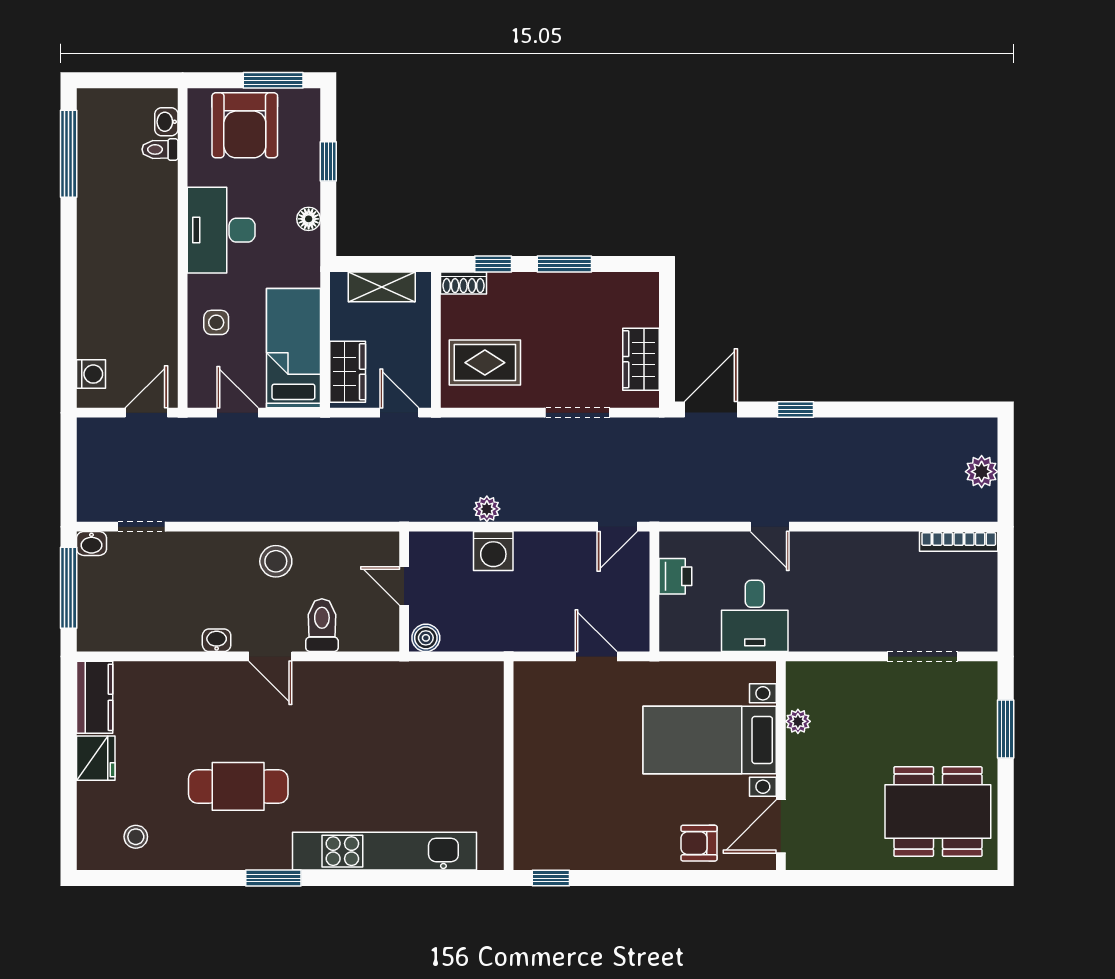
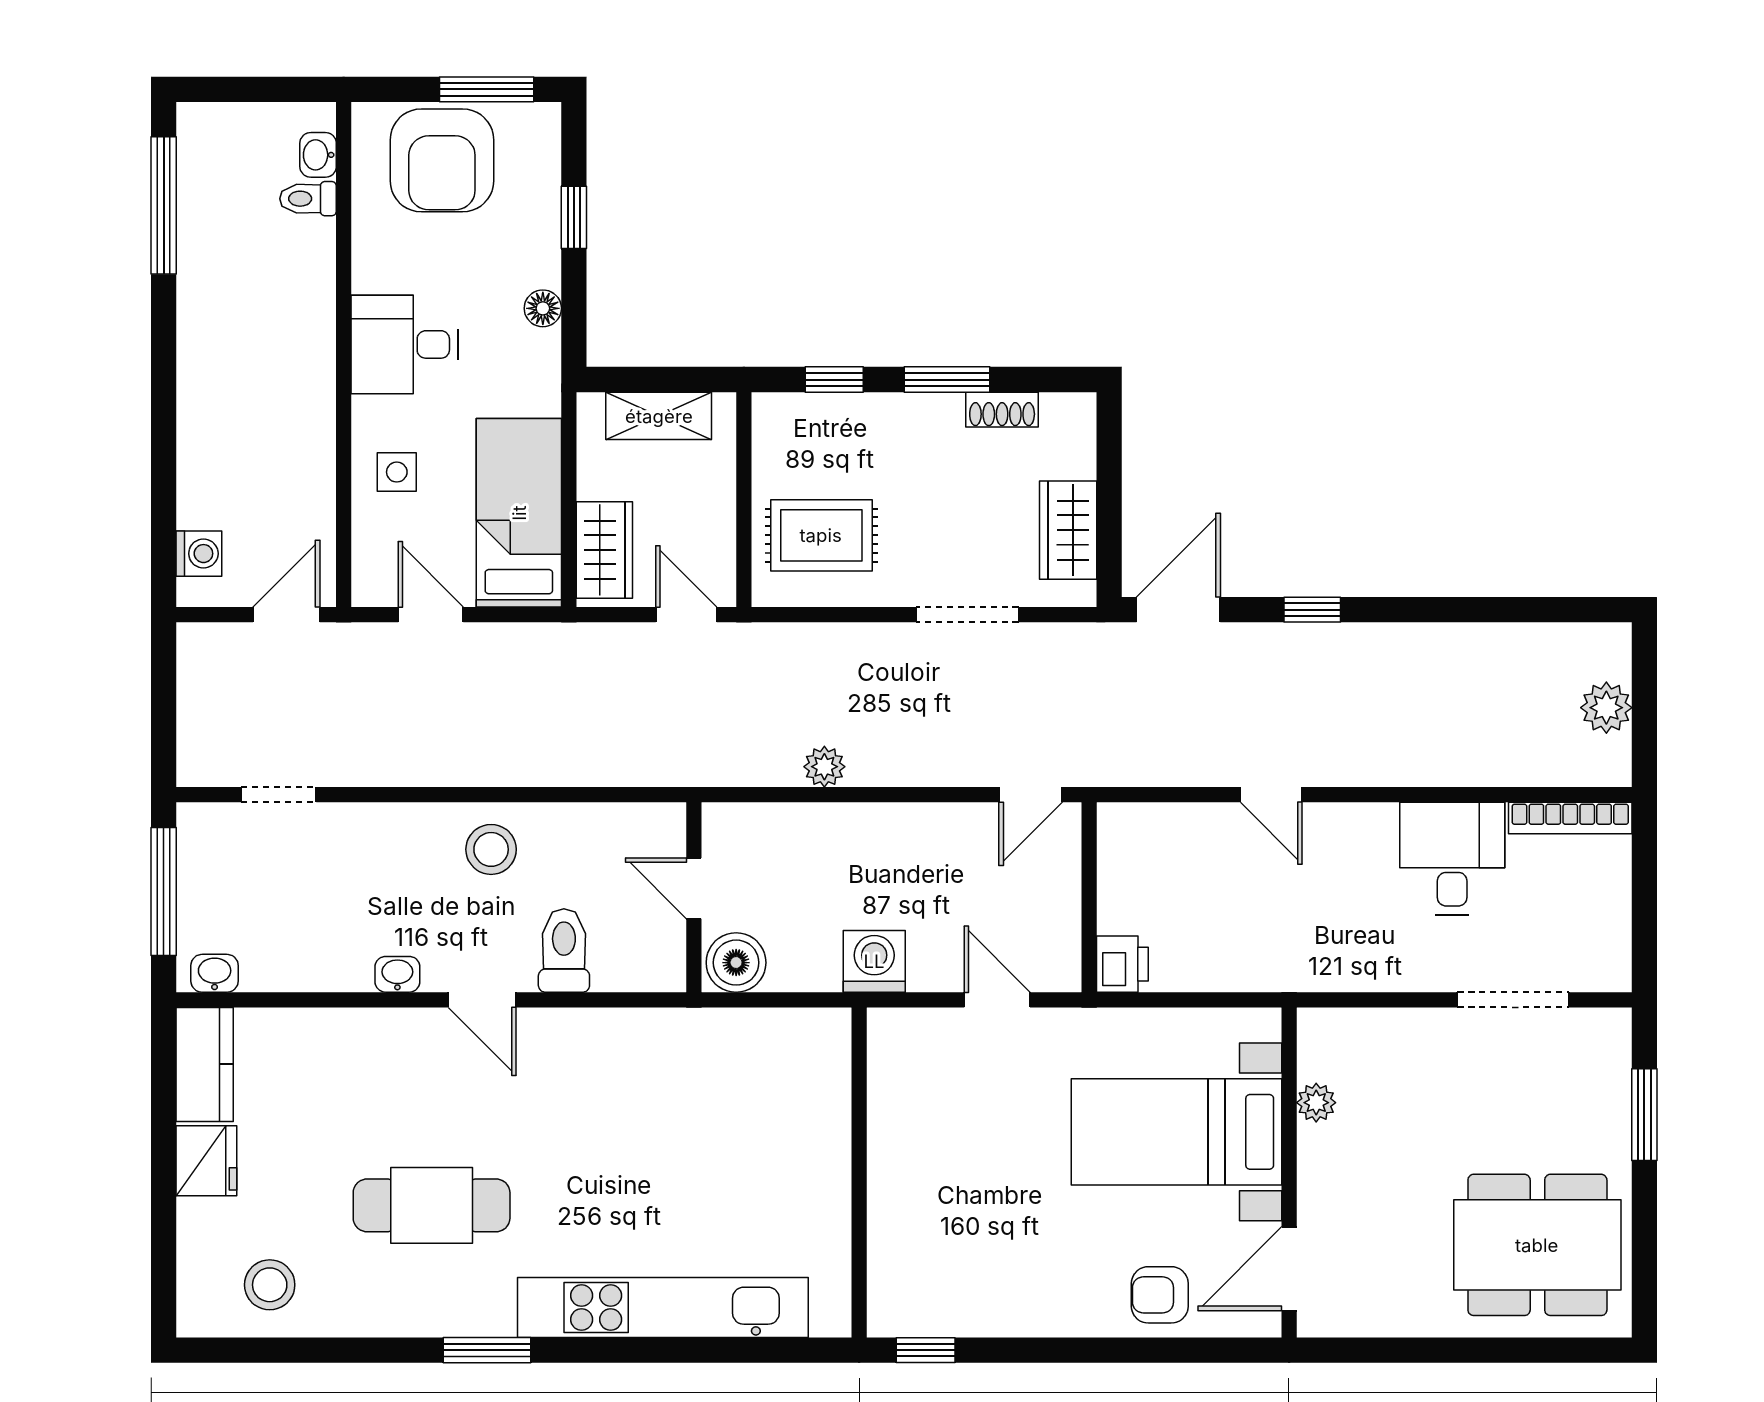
desk: (221, 230) -> (405, 344), width x0.73
shoe rack: (463, 283) -> (1002, 410), moved
washbasin: (91, 543) -> (215, 973), moved, turned 180
washing machine: (493, 551) -> (874, 961), moved, turned 180
printer: (675, 576) -> (1122, 964), moved
desk: (755, 616) -> (1452, 859), moved, turned 180
boiler: (426, 638) -> (736, 963), width x1.36, depth x1.36
stool: (136, 837) -> (270, 1285), width x1.37, depth x1.37

